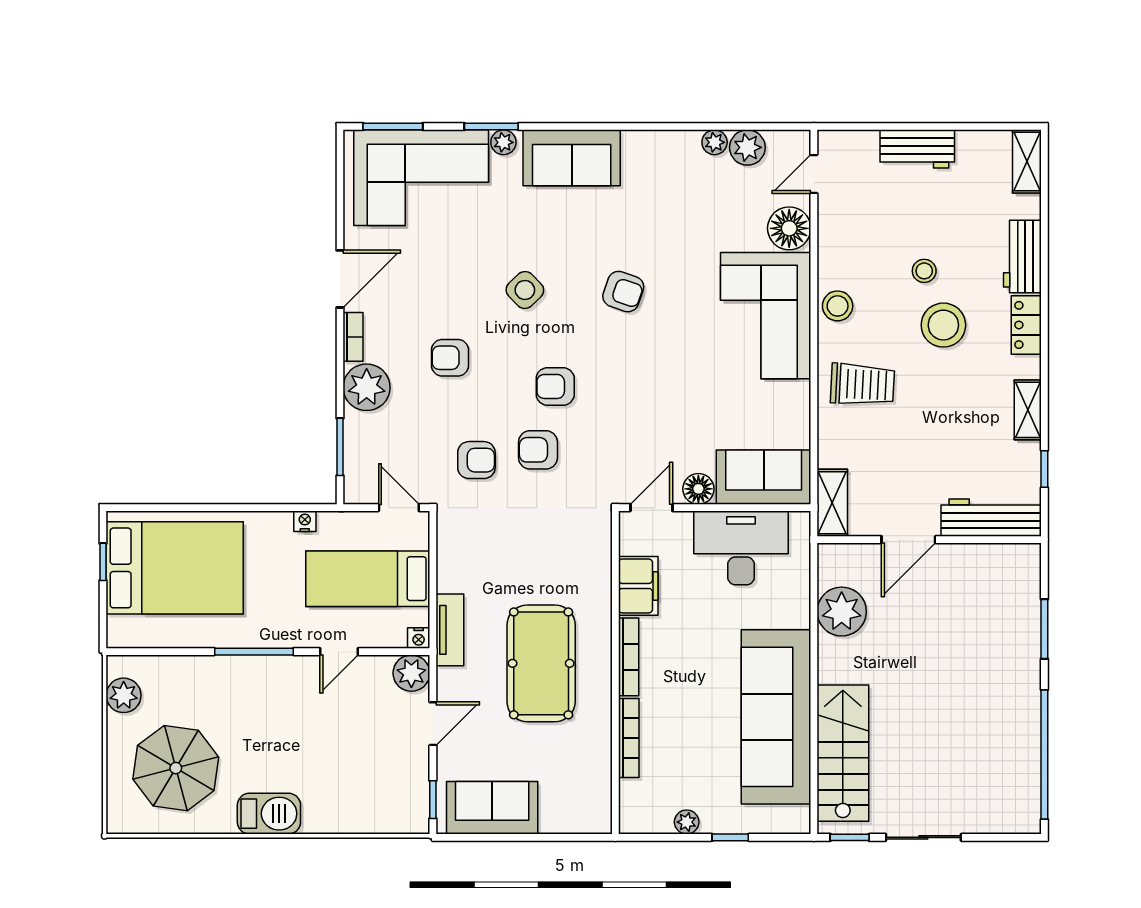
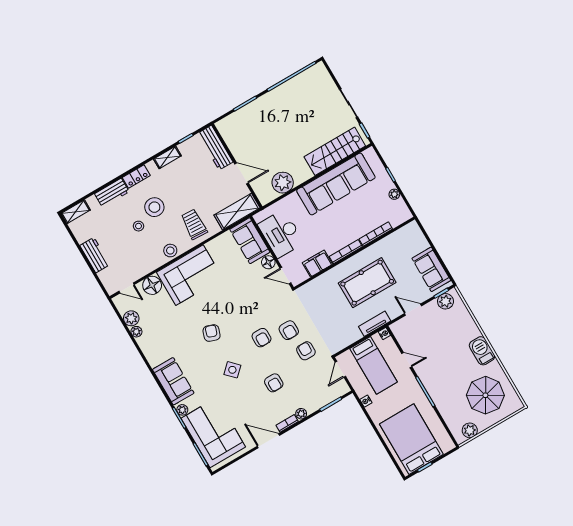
plant: (367, 387) -> (301, 414), width x0.53, depth x0.53
shelving: (832, 503) -> (237, 211), width x1.50, depth x1.33
plant: (411, 673) -> (445, 301), moved

